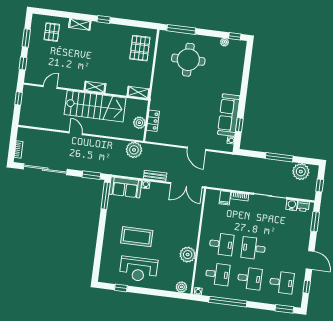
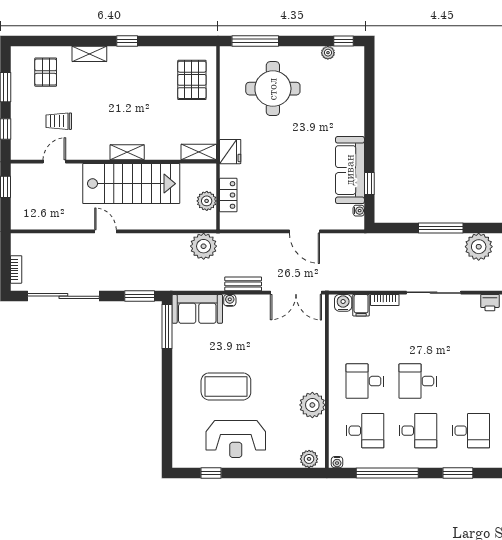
trolley: (56, 63) -> (59, 121), added
fridge: (158, 95) -> (230, 152), added
water cooler: (292, 205) -> (343, 303), moved
desk: (221, 244) -> (365, 381), turned 180
window: (284, 309) -> (458, 473), moved

